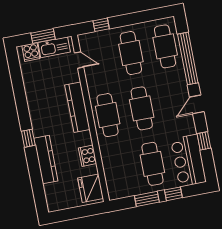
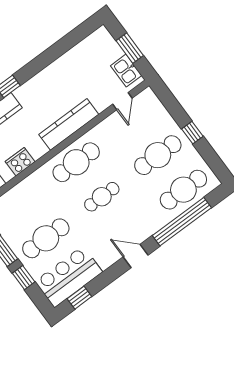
window: (101, 25) -> (192, 133), moved
kitchen sink: (54, 47) -> (126, 71), width x0.73
cooker: (31, 52) -> (105, 43), removed
cafe table: (142, 108) -> (102, 197), width x0.73, depth x0.74
window: (204, 141) -> (79, 298), moved

